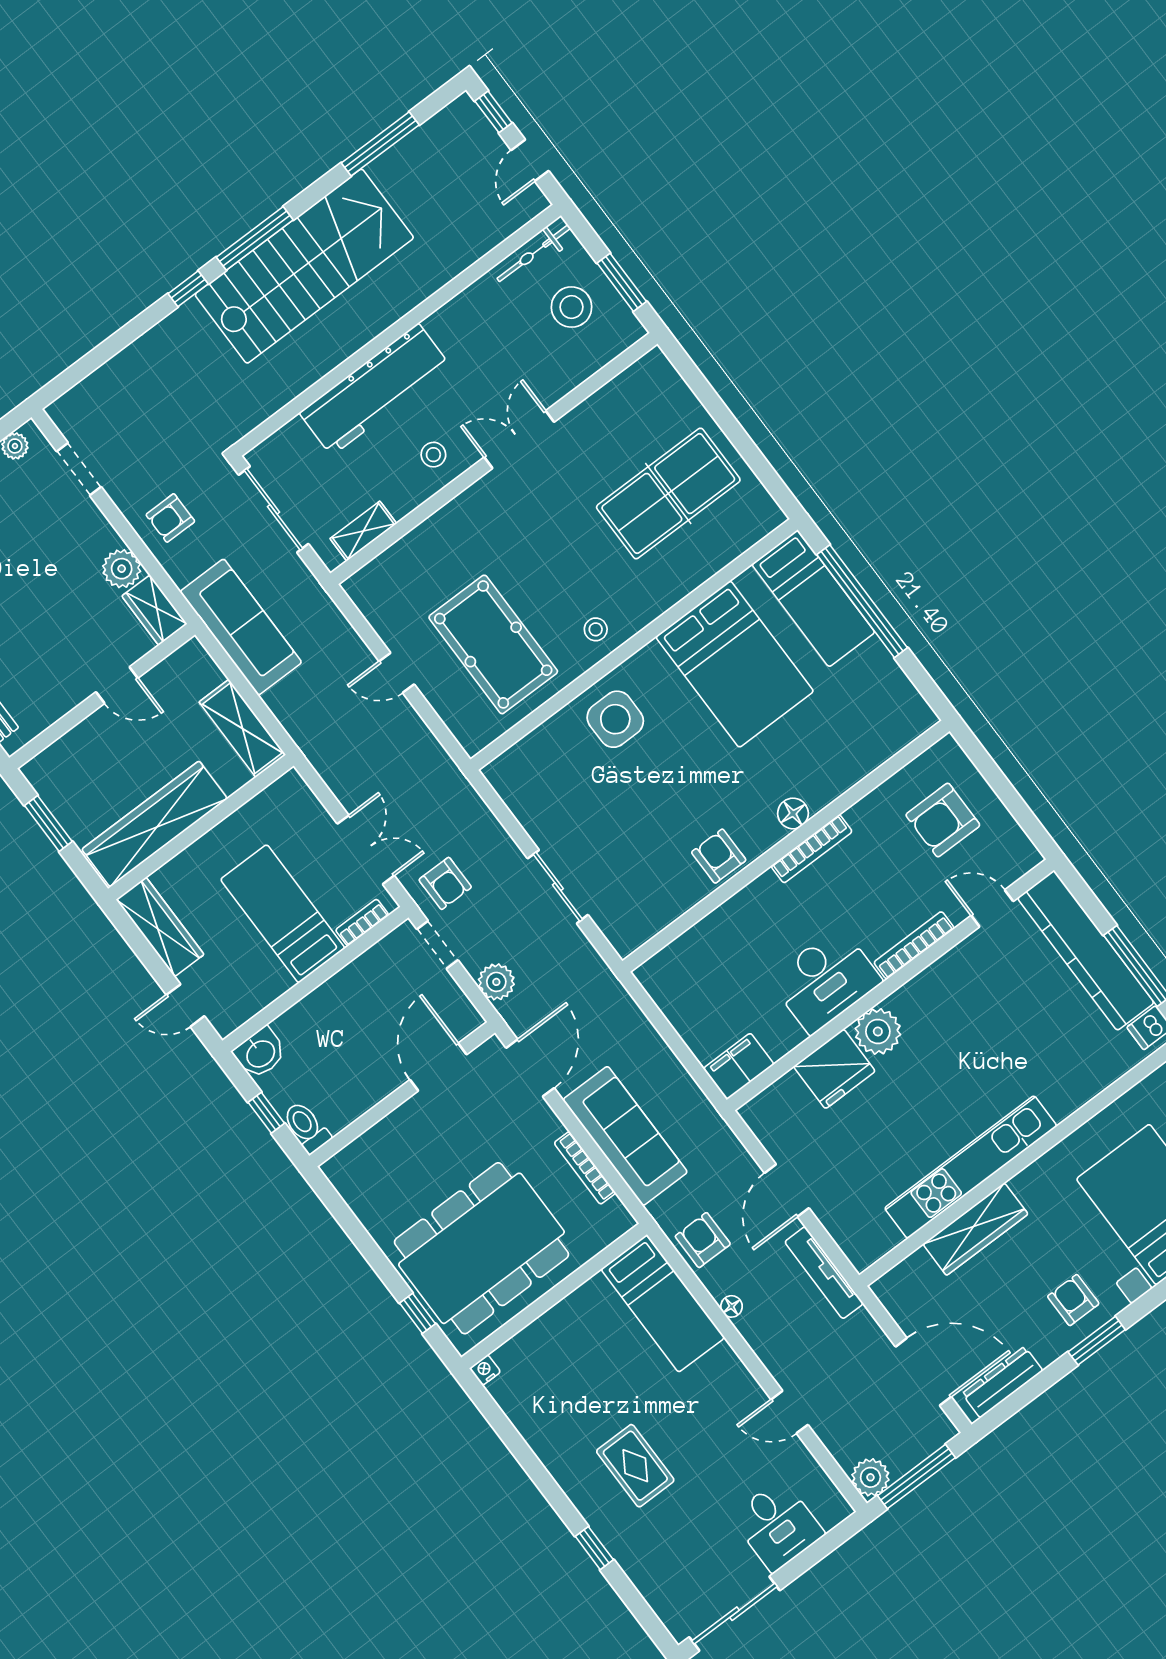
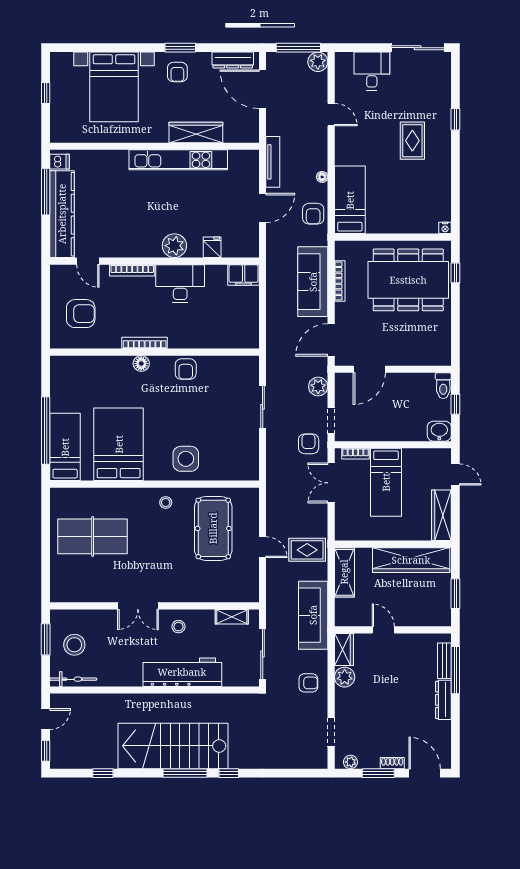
window: (380, 144) -> (103, 773), width x0.46
rug: (325, 720) -> (307, 550), added
fridge: (834, 1069) -> (212, 247), width x0.53, depth x0.75

